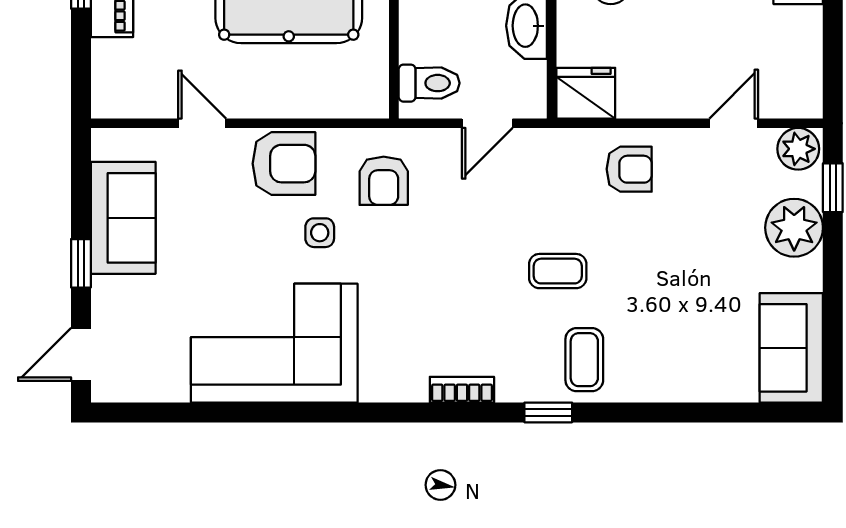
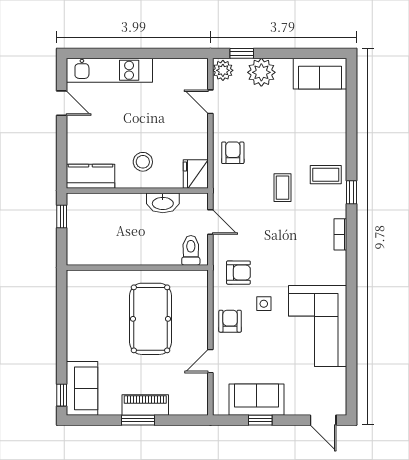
armchair: (284, 164) -> (230, 321), width x0.72, depth x0.72
window: (81, 263) -> (260, 420), moved

